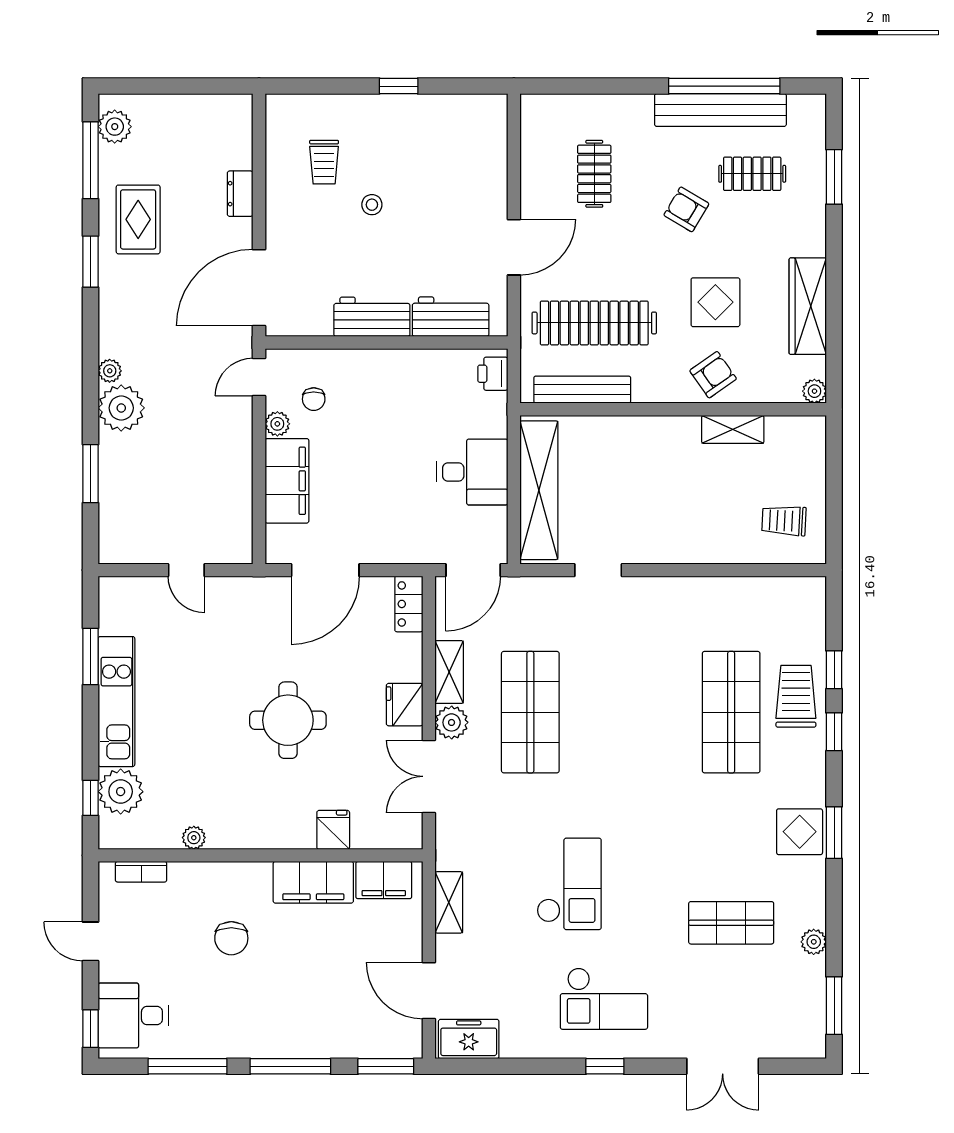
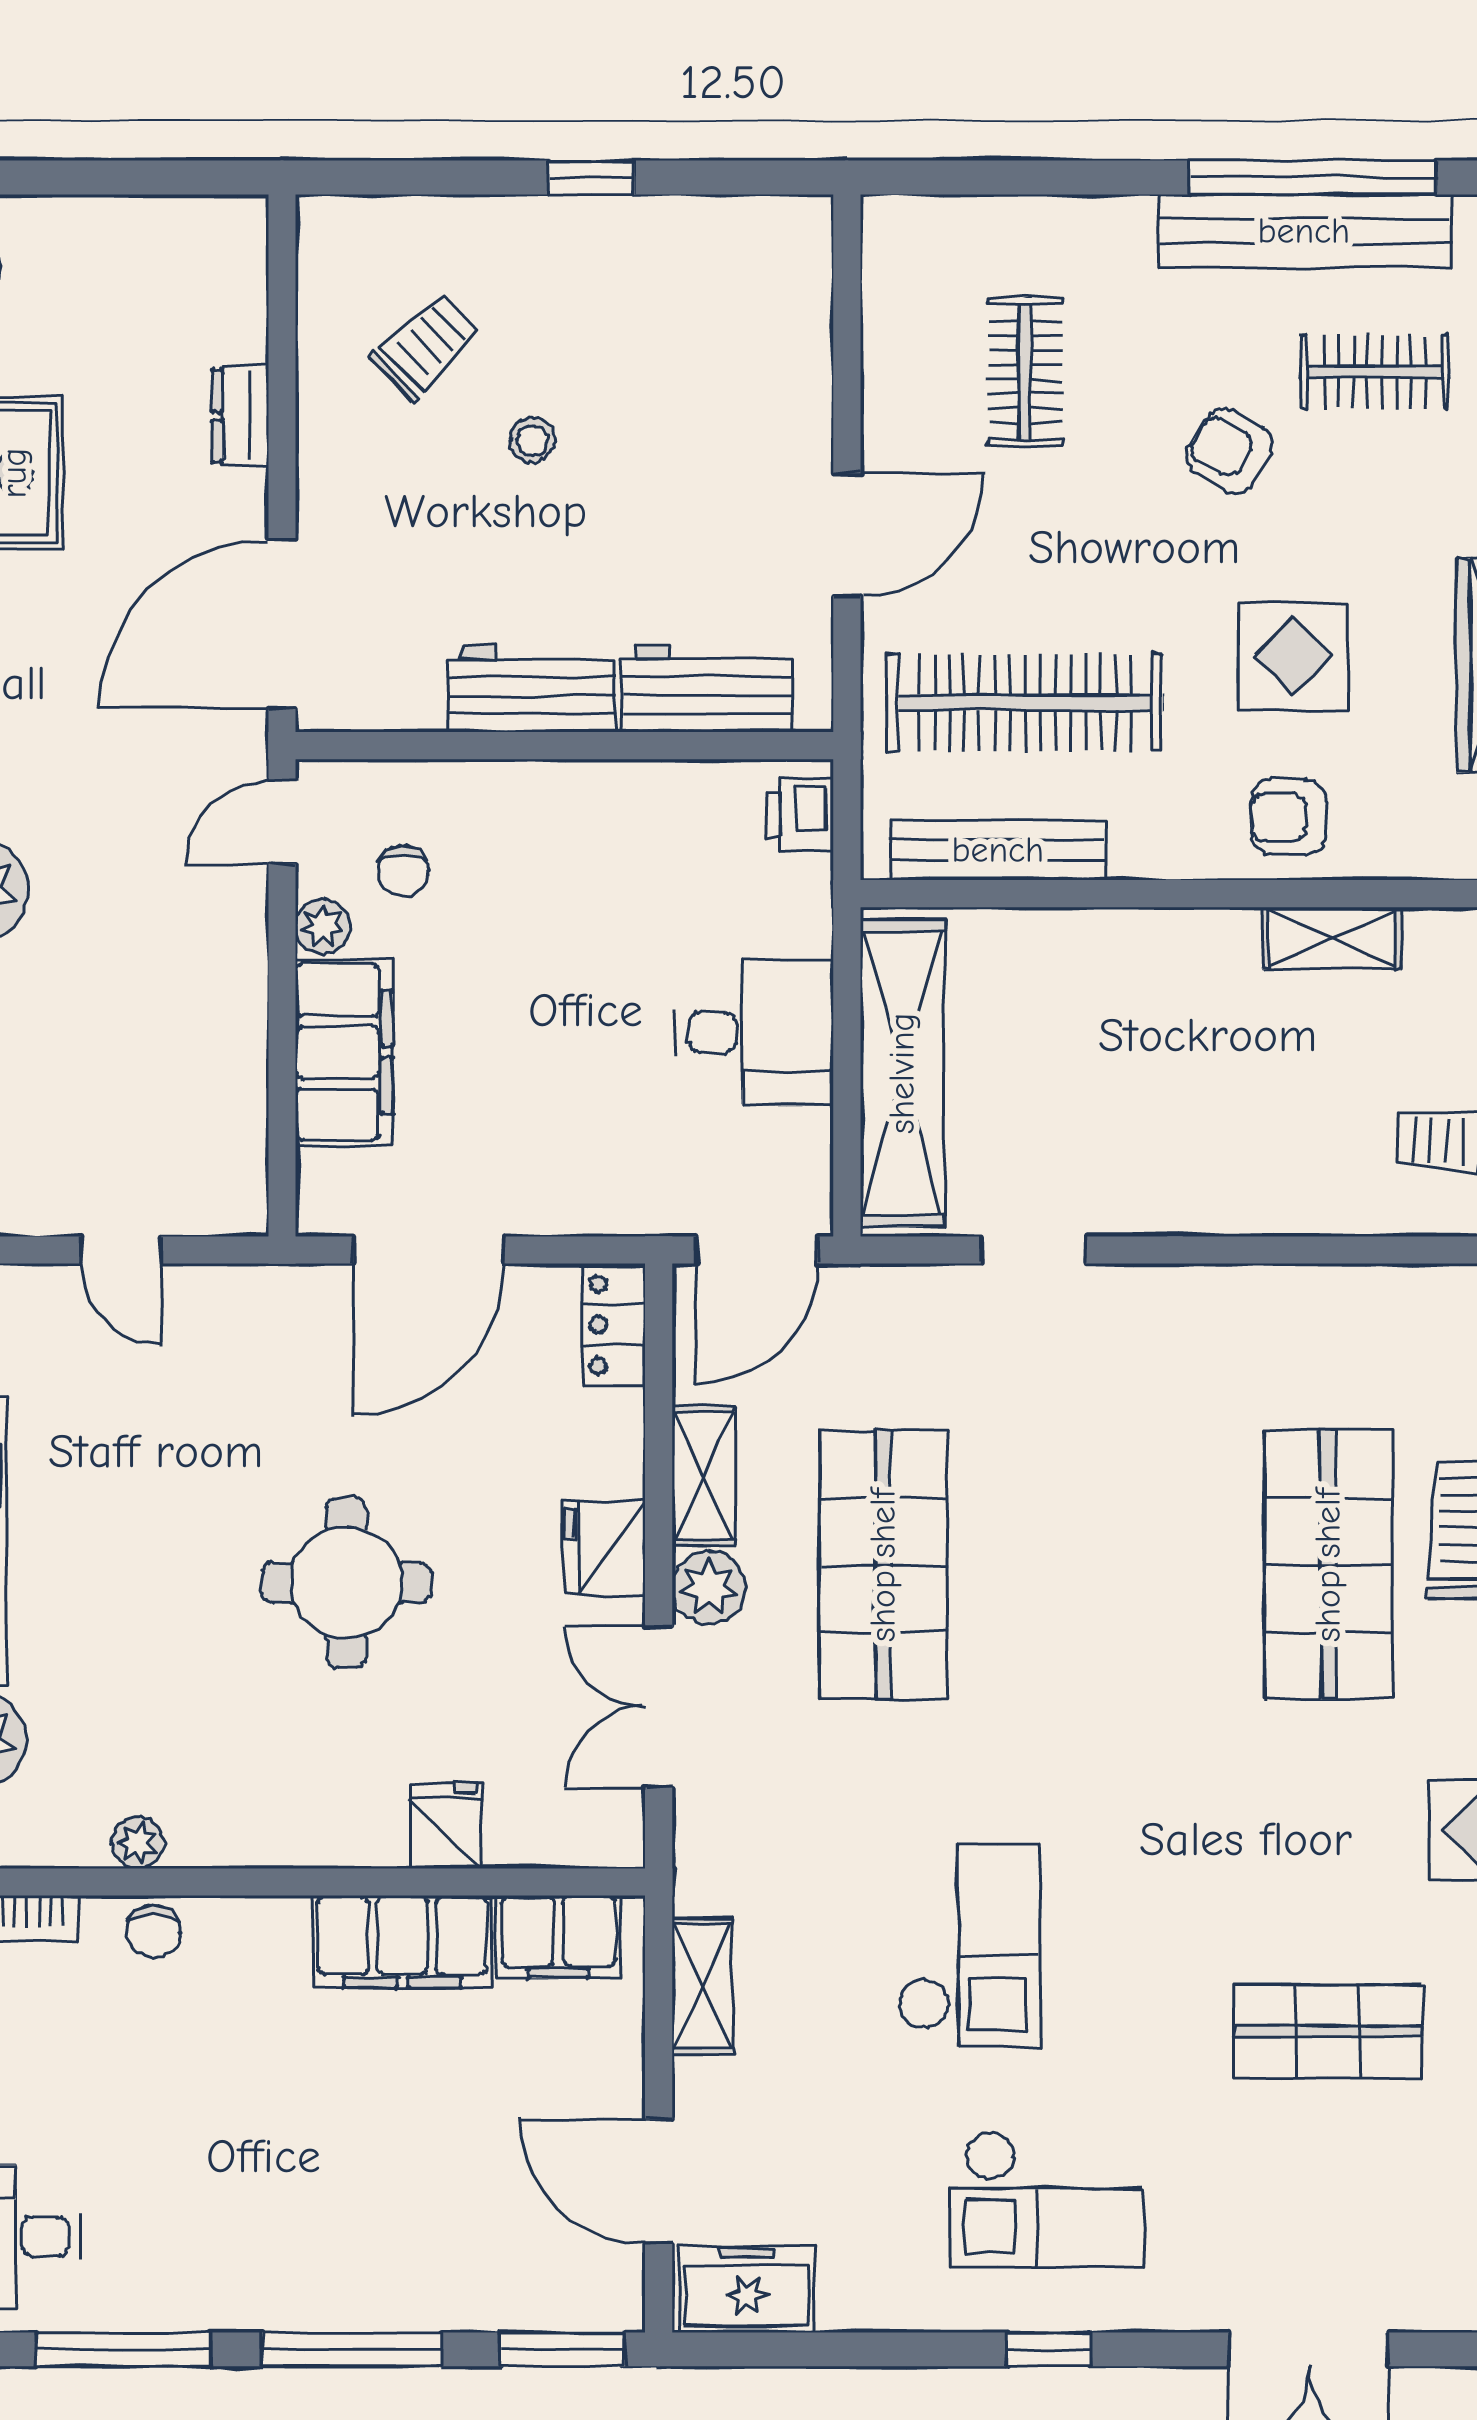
trolley: (324, 162) -> (426, 346), turned -134
armchair: (713, 375) -> (1288, 817), turned -145
chair: (231, 938) -> (153, 1931), moved, width x0.73, depth x0.73

